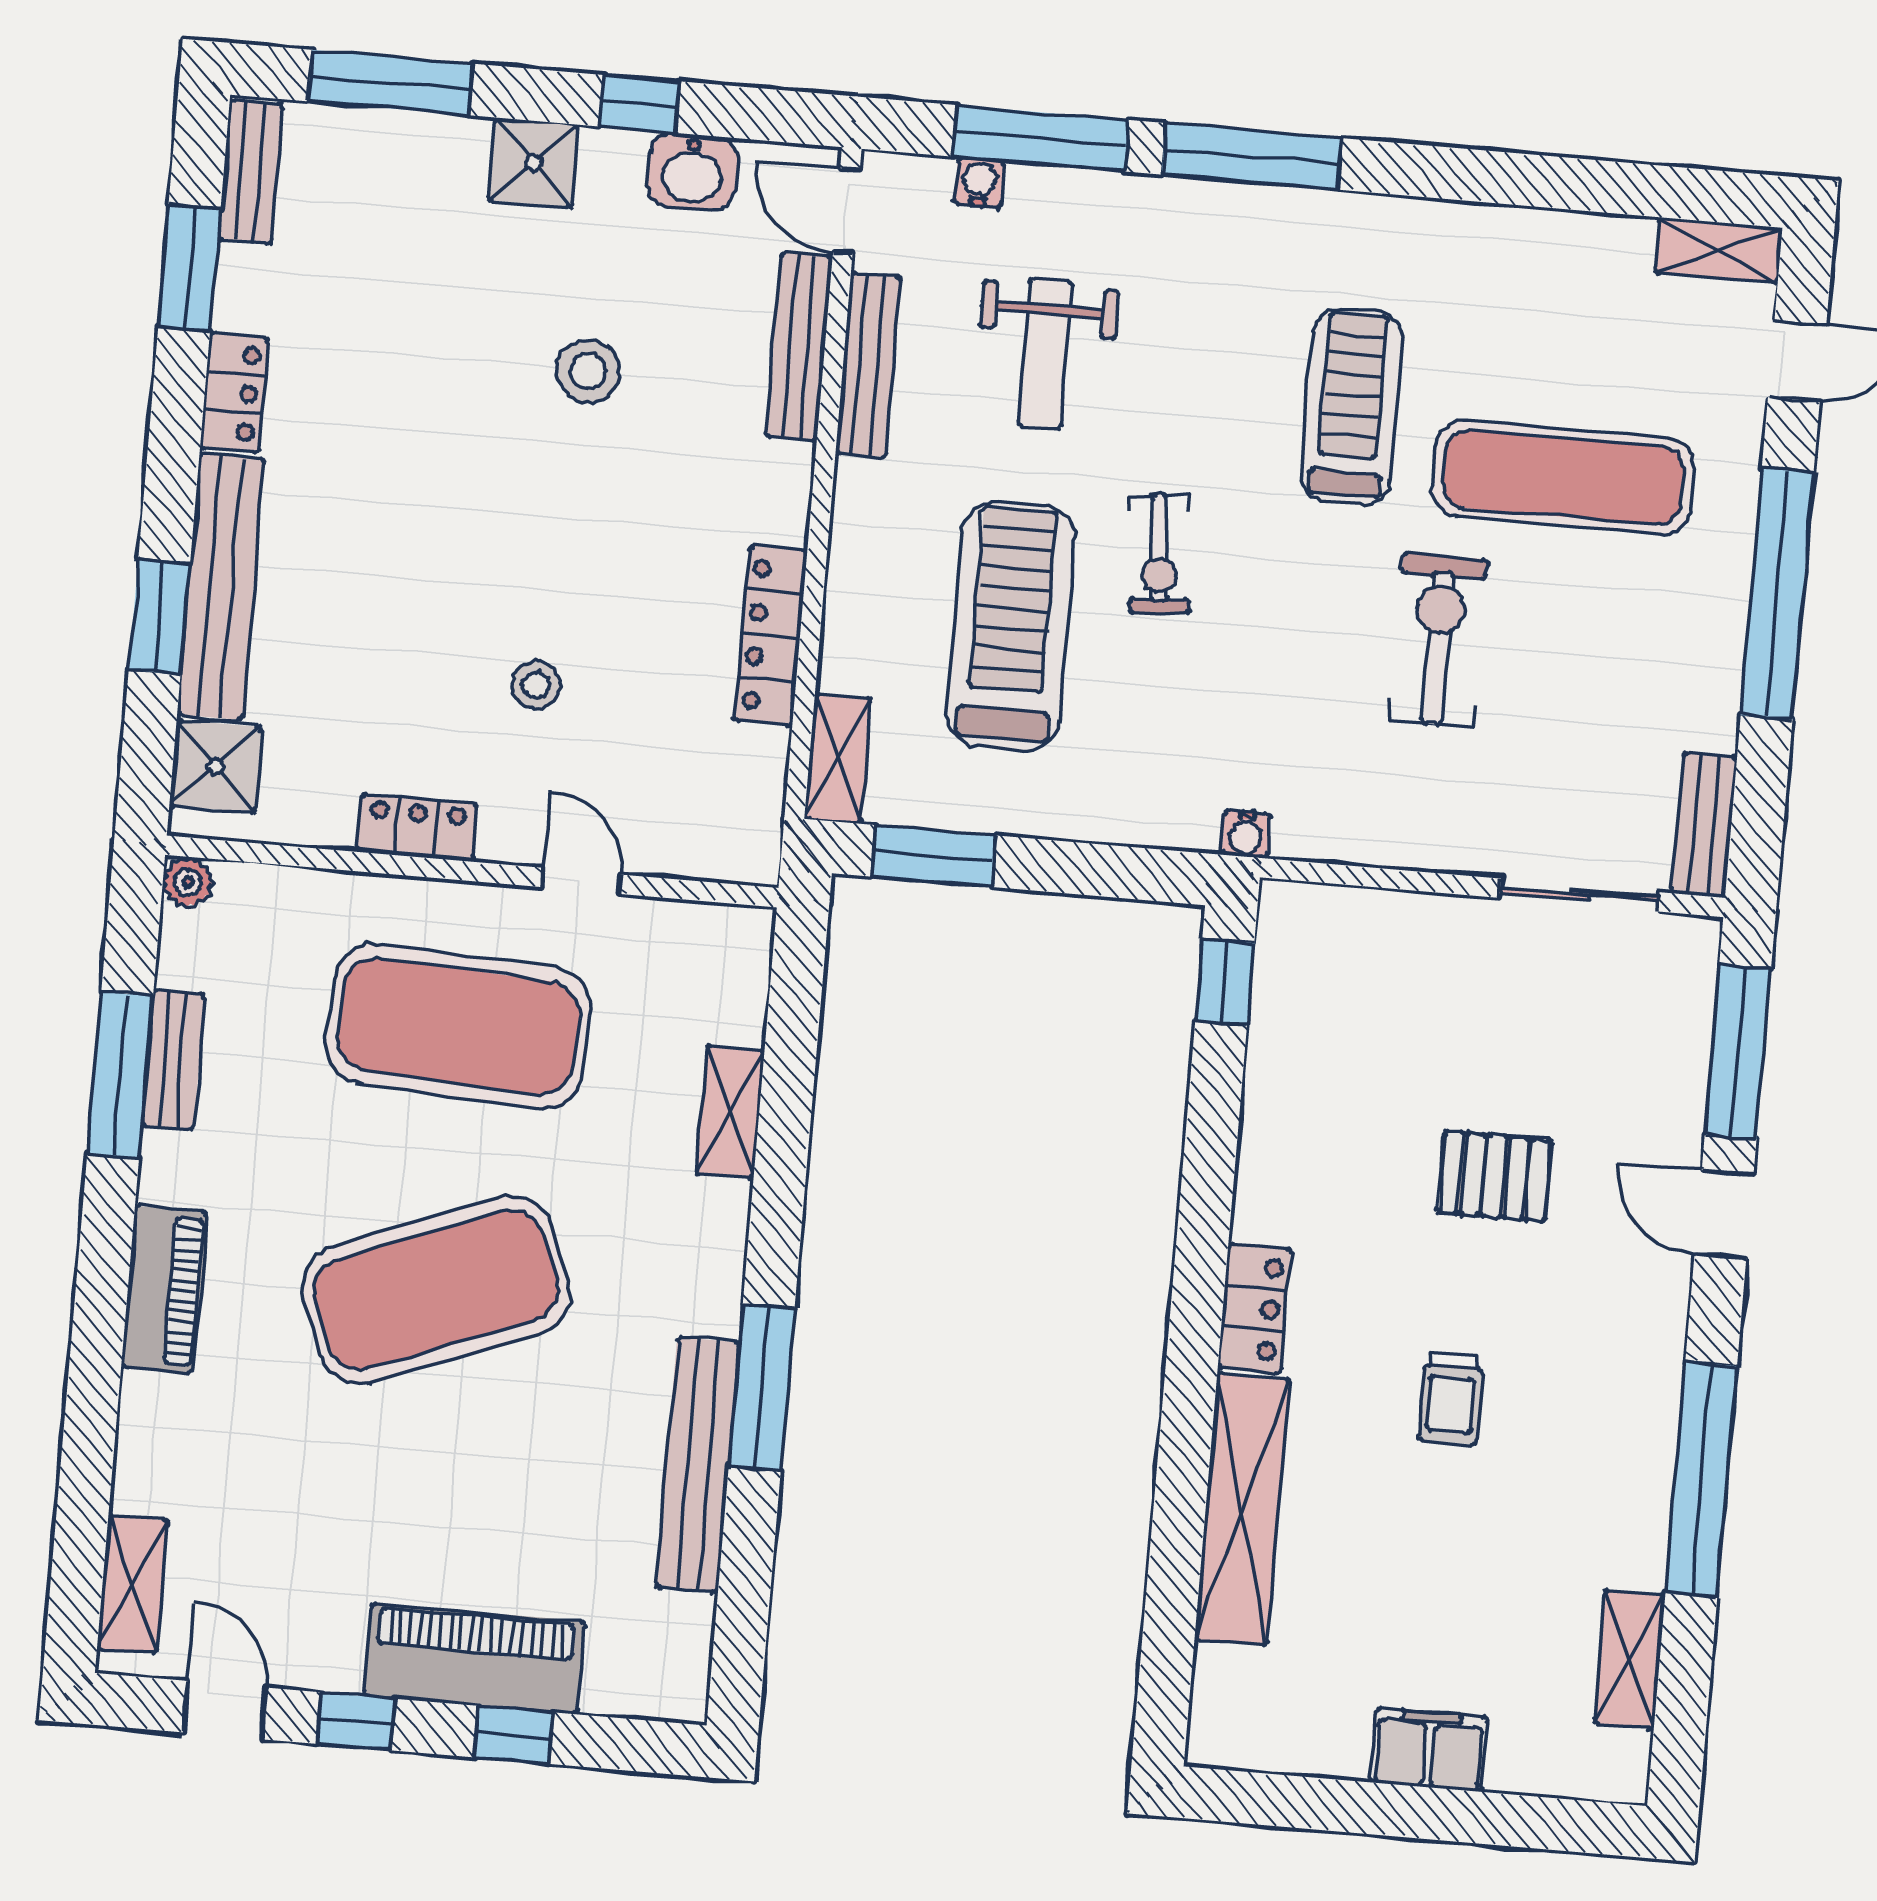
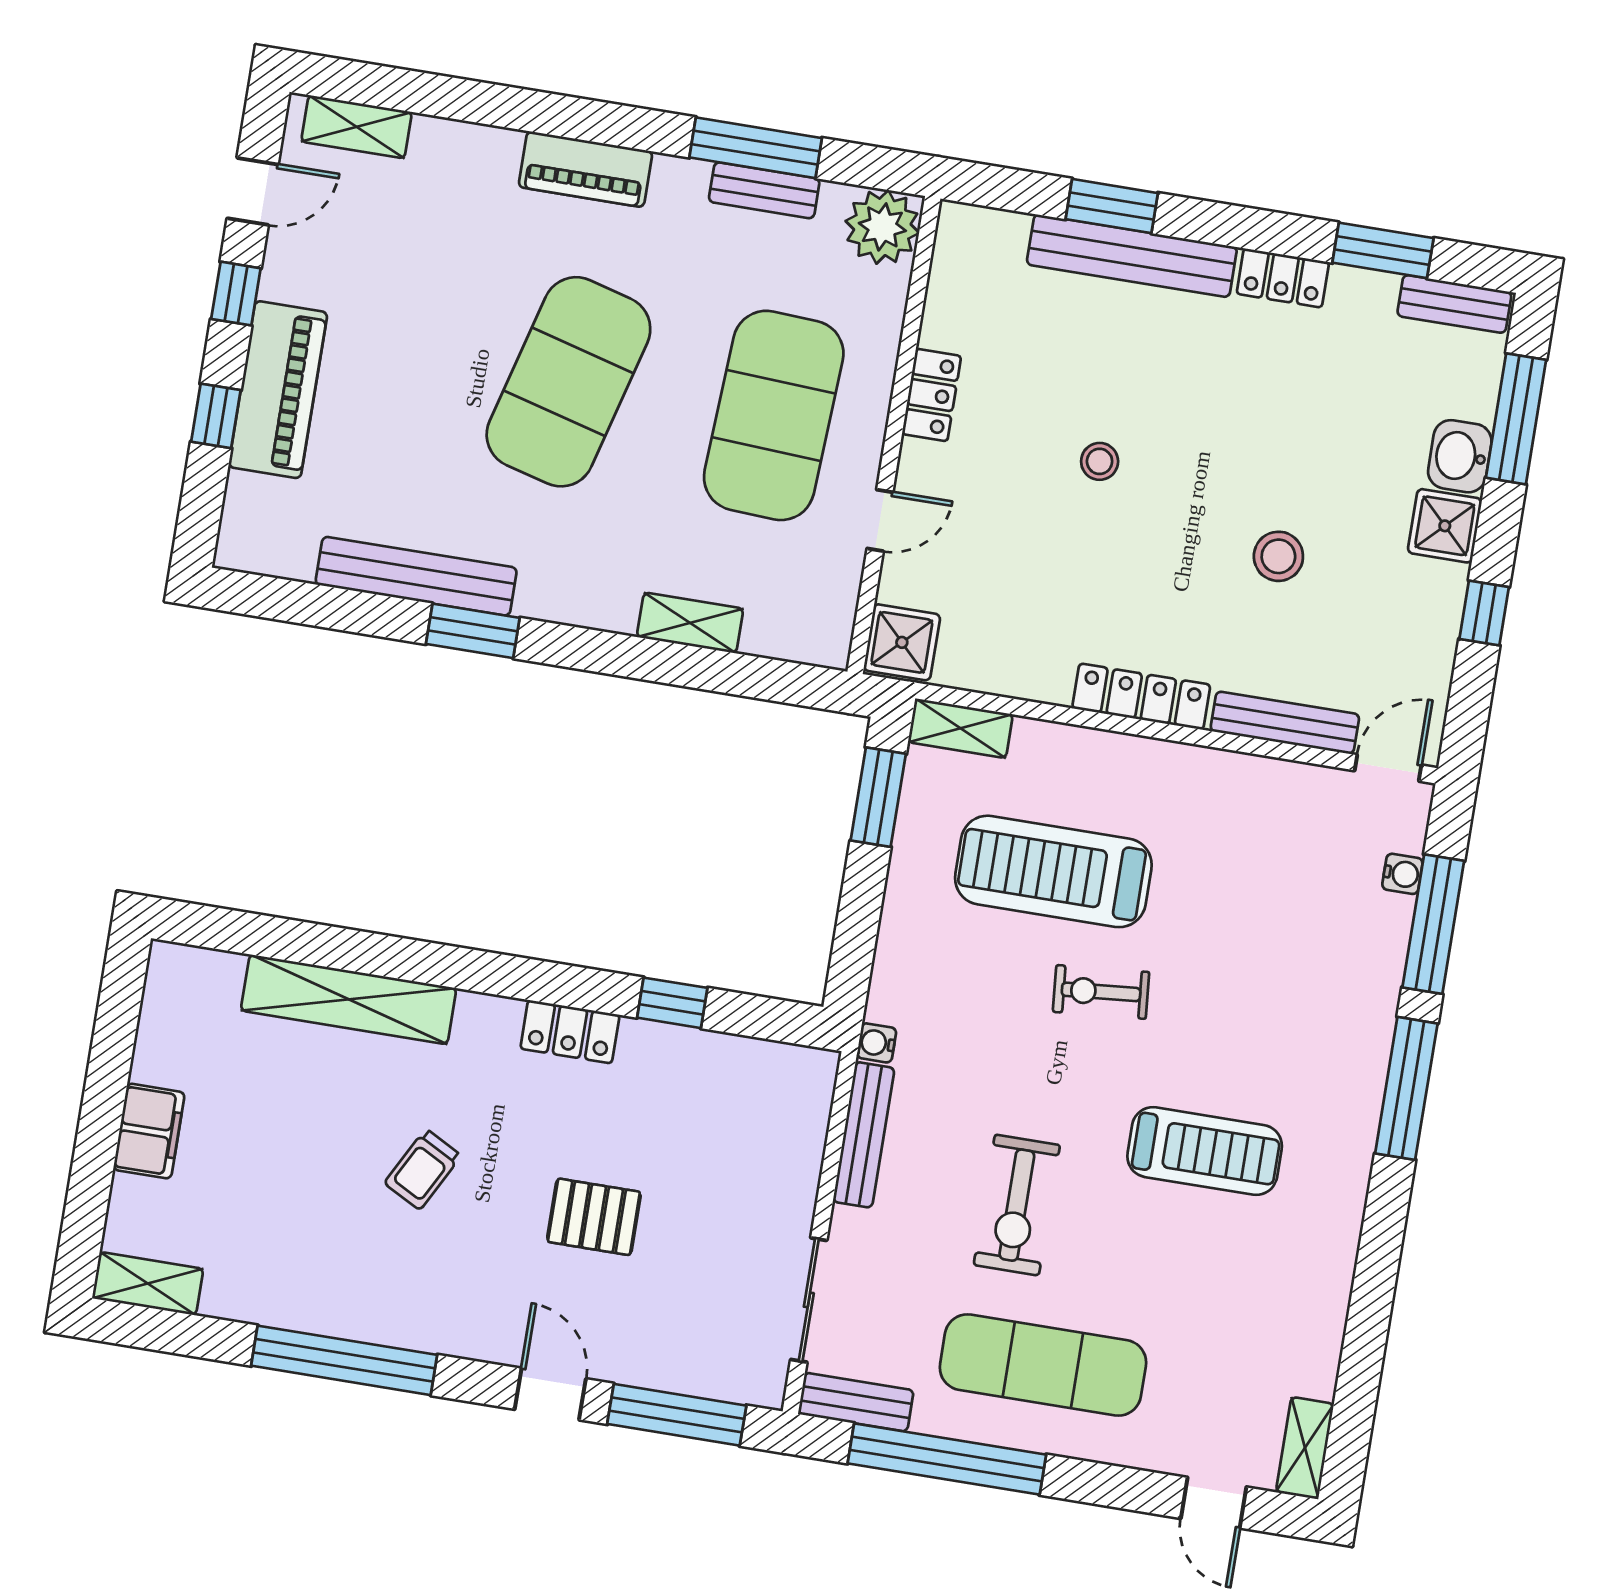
washbasin: (692, 172) -> (1460, 456), moved
weight bench: (1046, 354) -> (1264, 915), removed
bench: (868, 365) -> (864, 1135), moved, turned 90
exercise mat: (1563, 478) -> (1043, 1365), moved, turned 90
window: (1777, 594) -> (947, 1459), moved
treadmill: (1011, 626) -> (1053, 871), turned 180
locker: (771, 636) -> (1141, 697), moved
exercise bike: (1438, 640) -> (1017, 1205), turned 90
stool: (536, 685) -> (1100, 461), moved
shower: (216, 766) -> (902, 642), moved
plant: (188, 882) -> (882, 227), width x1.87, depth x1.87
window: (1225, 982) -> (672, 1003), moved
pallet: (1494, 1176) -> (594, 1217), turned 90
door: (1724, 1214) -> (550, 1394), hinge flipped
exercise mat: (436, 1290) -> (568, 382), turned 36
locker: (1254, 1308) -> (570, 1032), moved
window: (762, 1387) -> (473, 631), width x0.69
trolley: (1451, 1398) -> (423, 1169), turned -62
shelving: (1630, 1659) -> (148, 1284), moved

